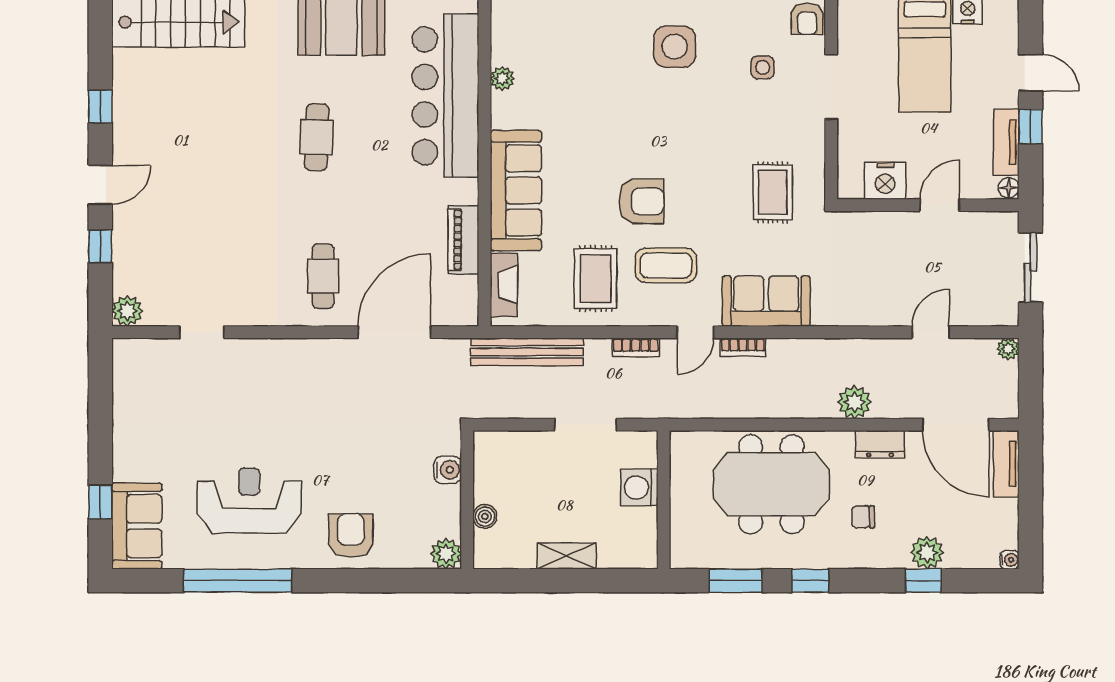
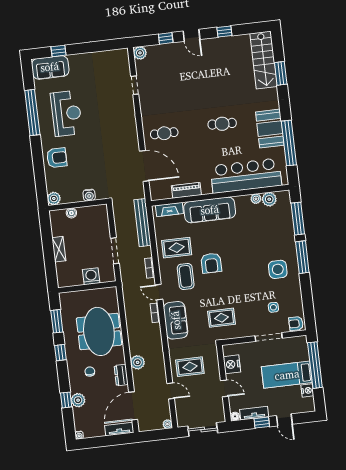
plant: (507, 47) -> (269, 199), added
door: (1031, 73) -> (284, 420), hinge flipped
rug: (879, 280) -> (190, 367), added

